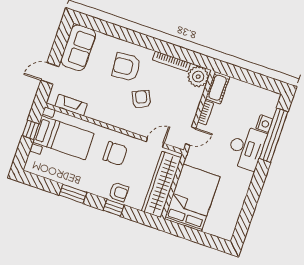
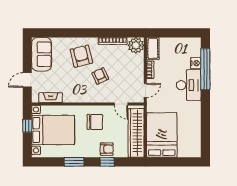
armchair: (126, 67) -> (81, 56), turned 81
bed with nightstands: (63, 138) -> (53, 130), width x1.36
door: (155, 142) -> (121, 104), swing flipped

